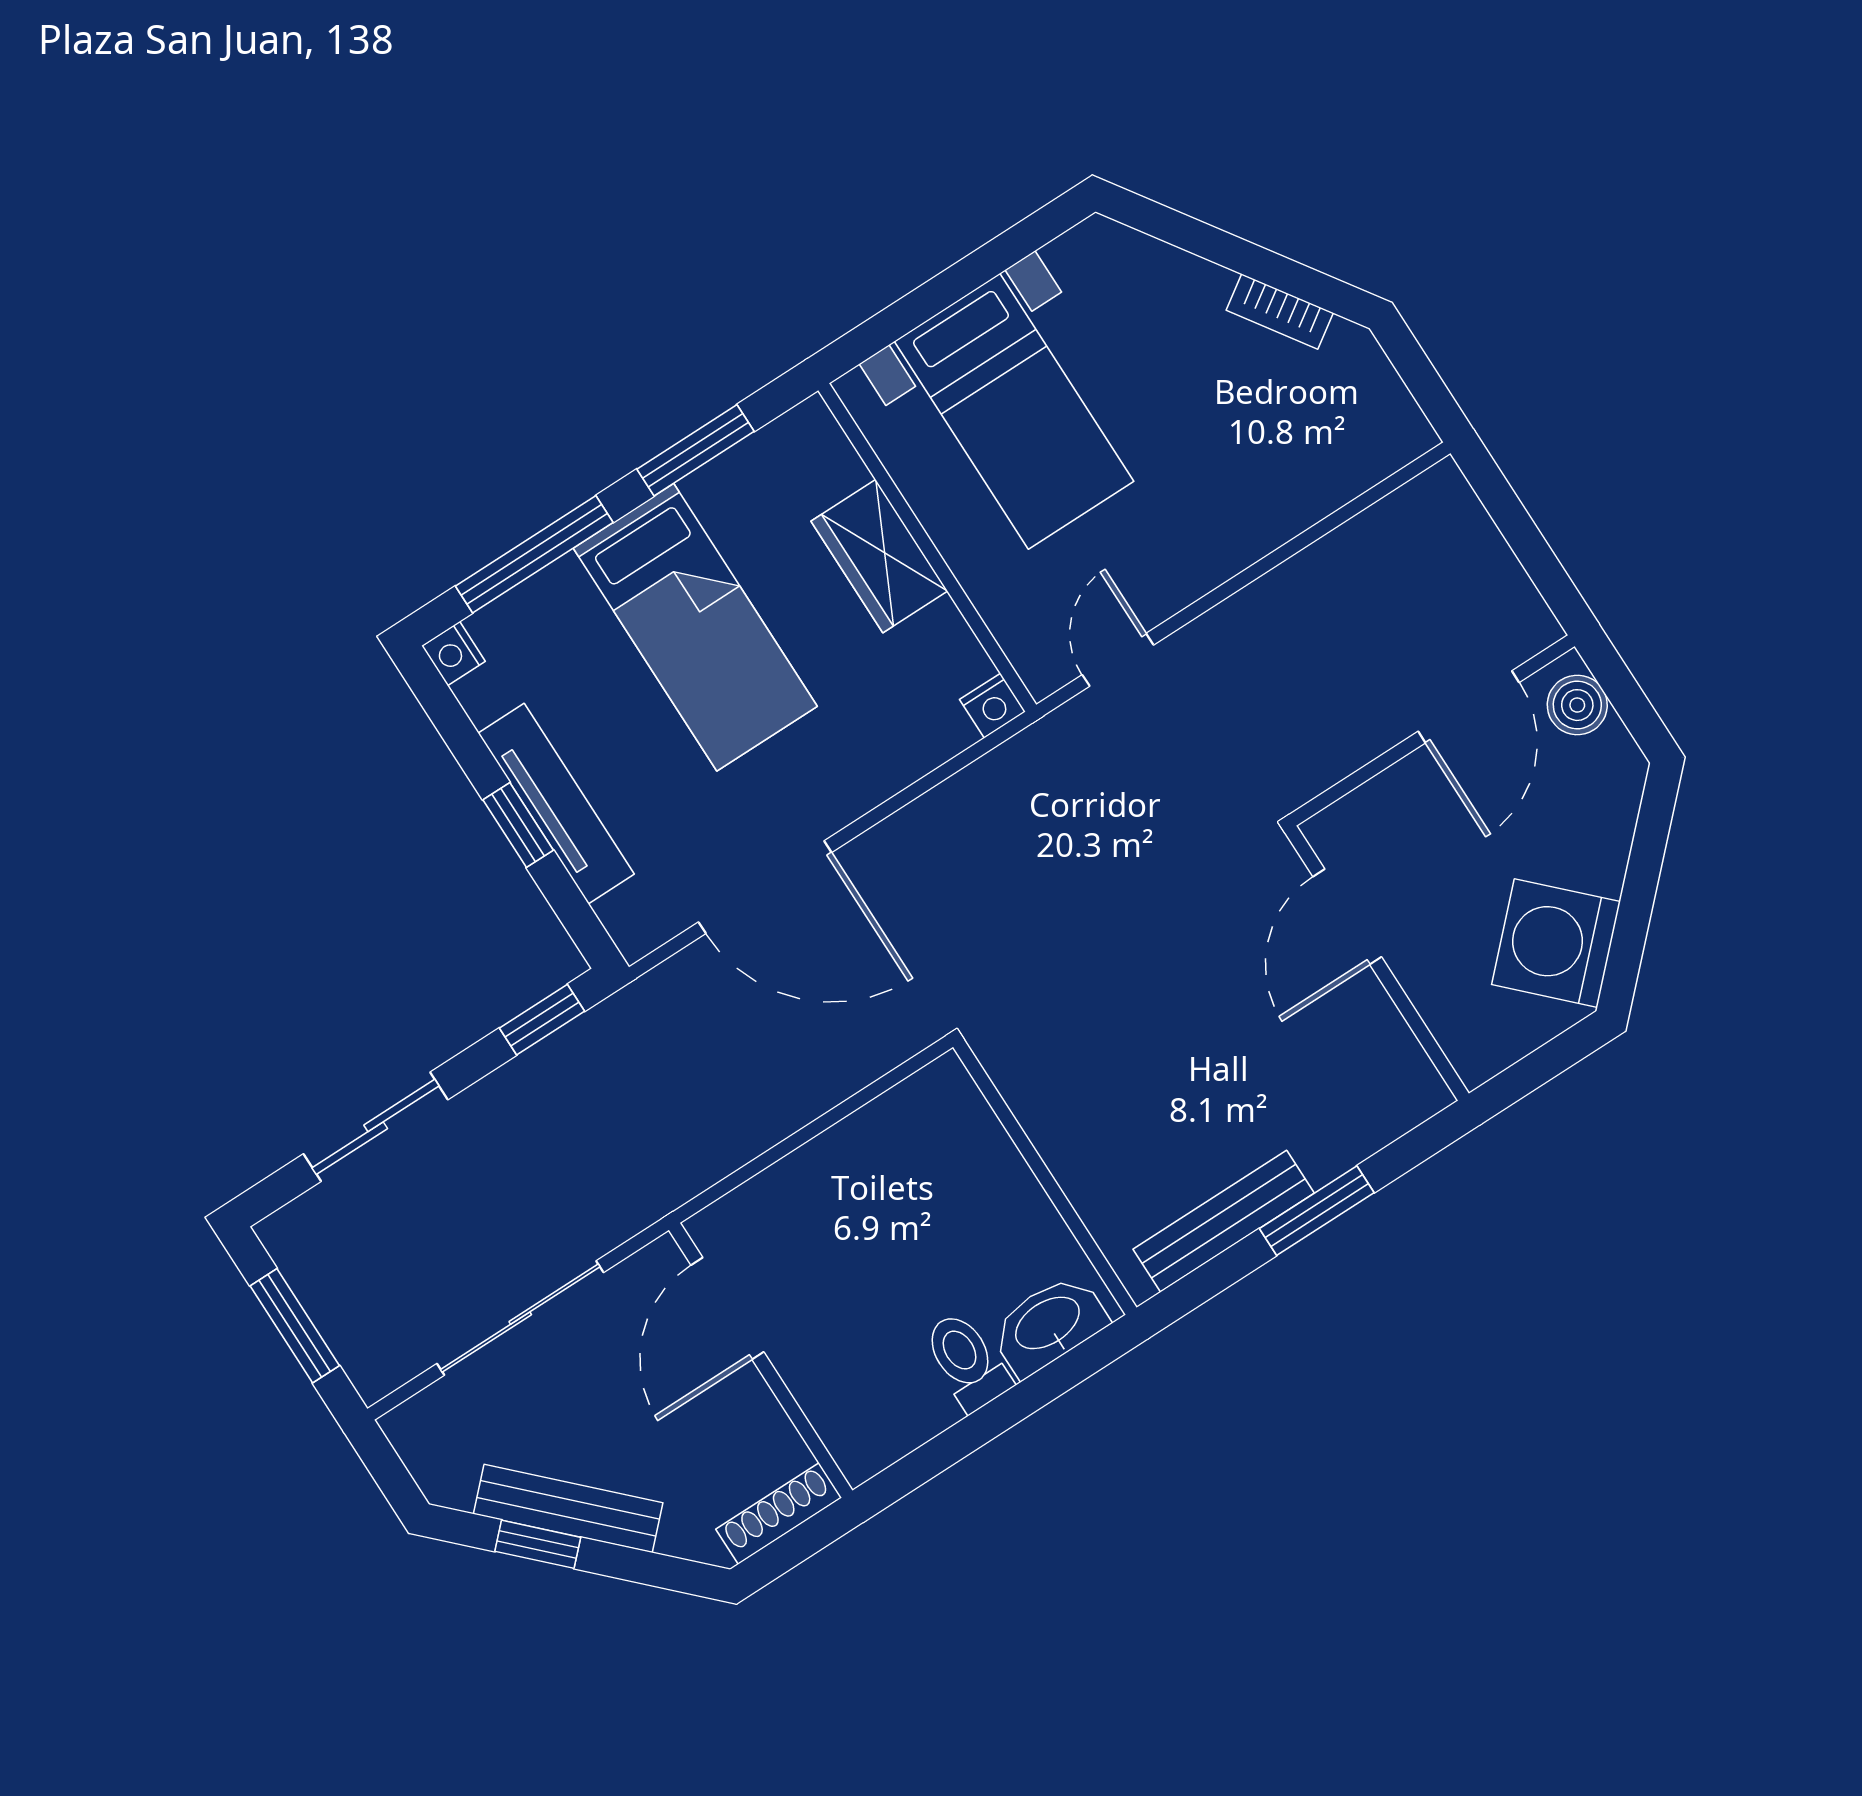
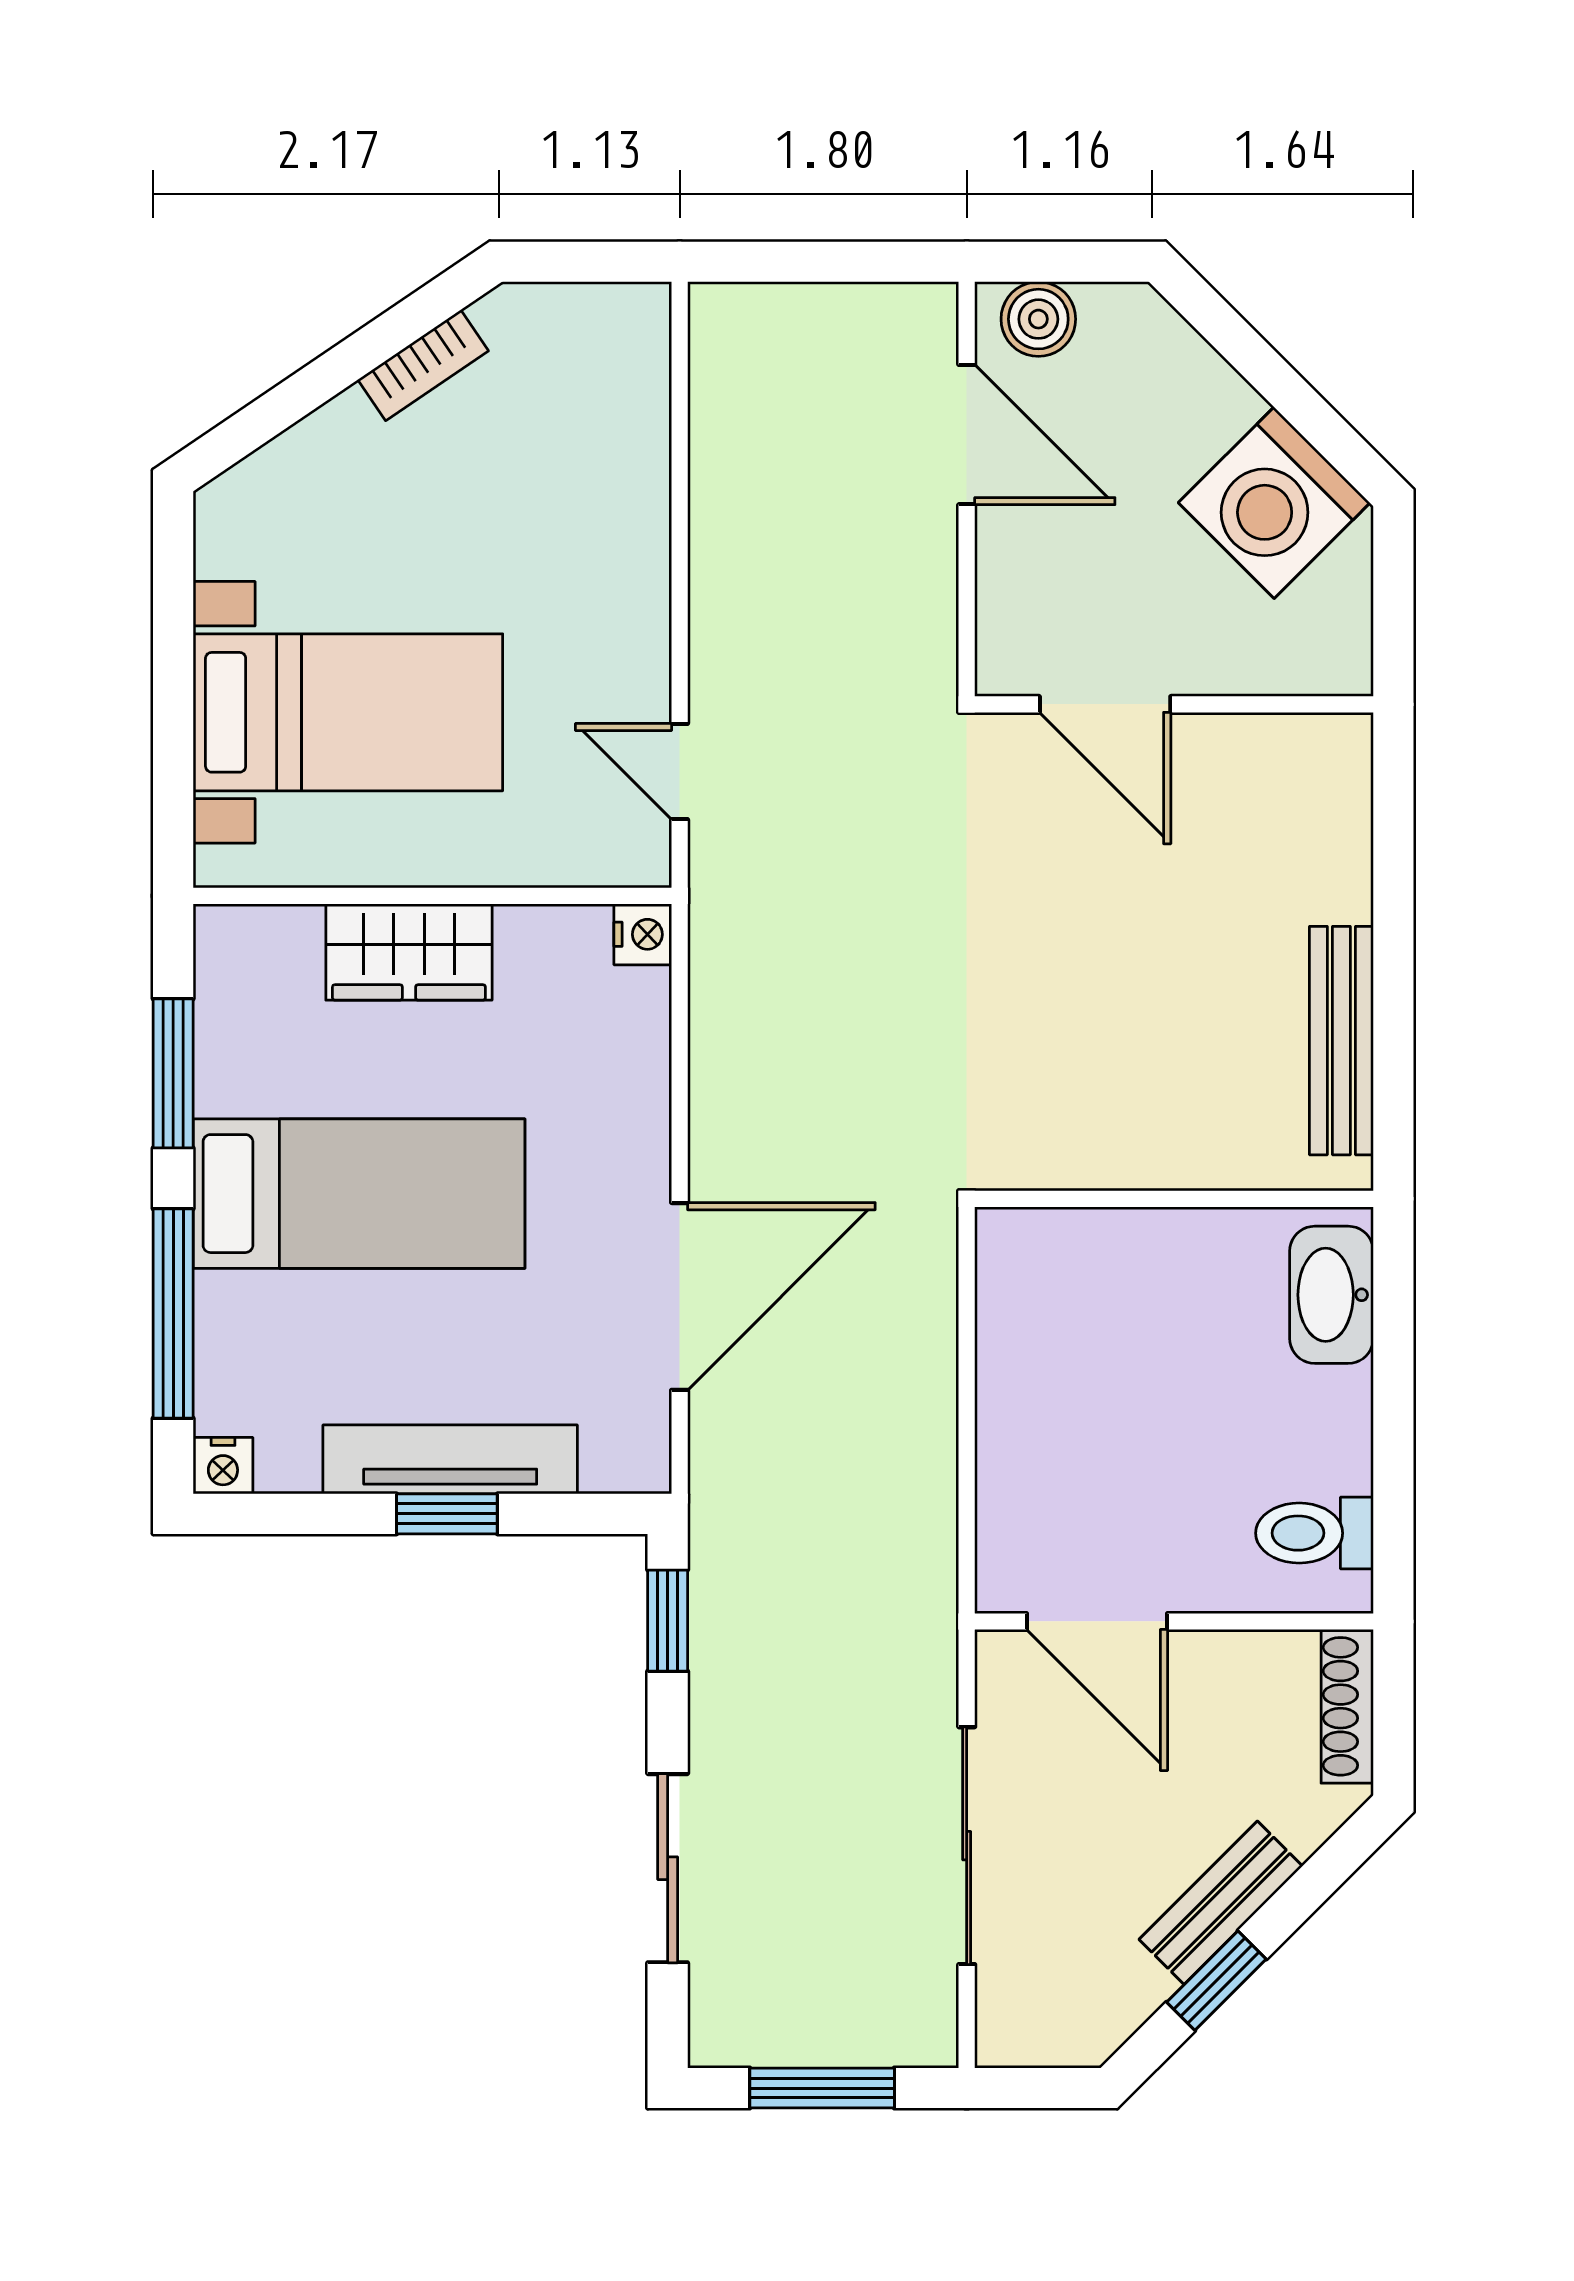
window: (1317, 1211) -> (1393, 936), removed
toilet: (967, 1361) -> (1314, 1533), moved
bench: (568, 1508) -> (1221, 1903), width x0.73

